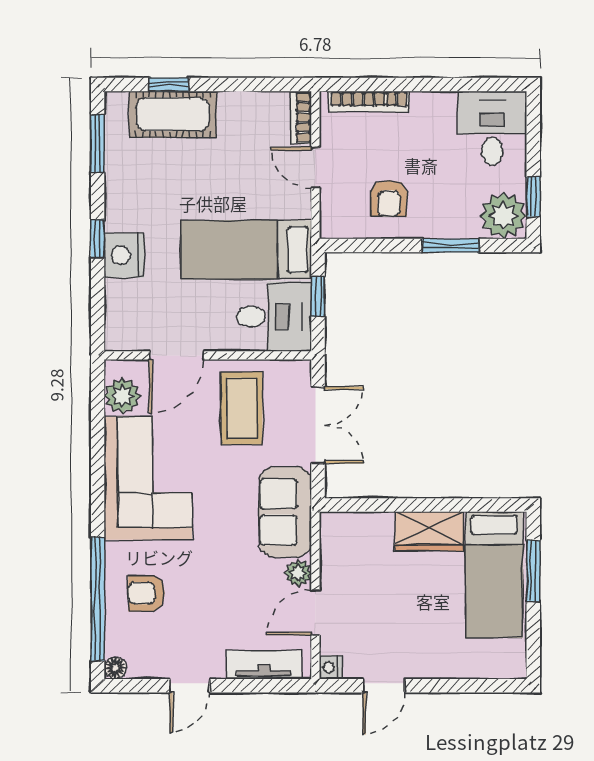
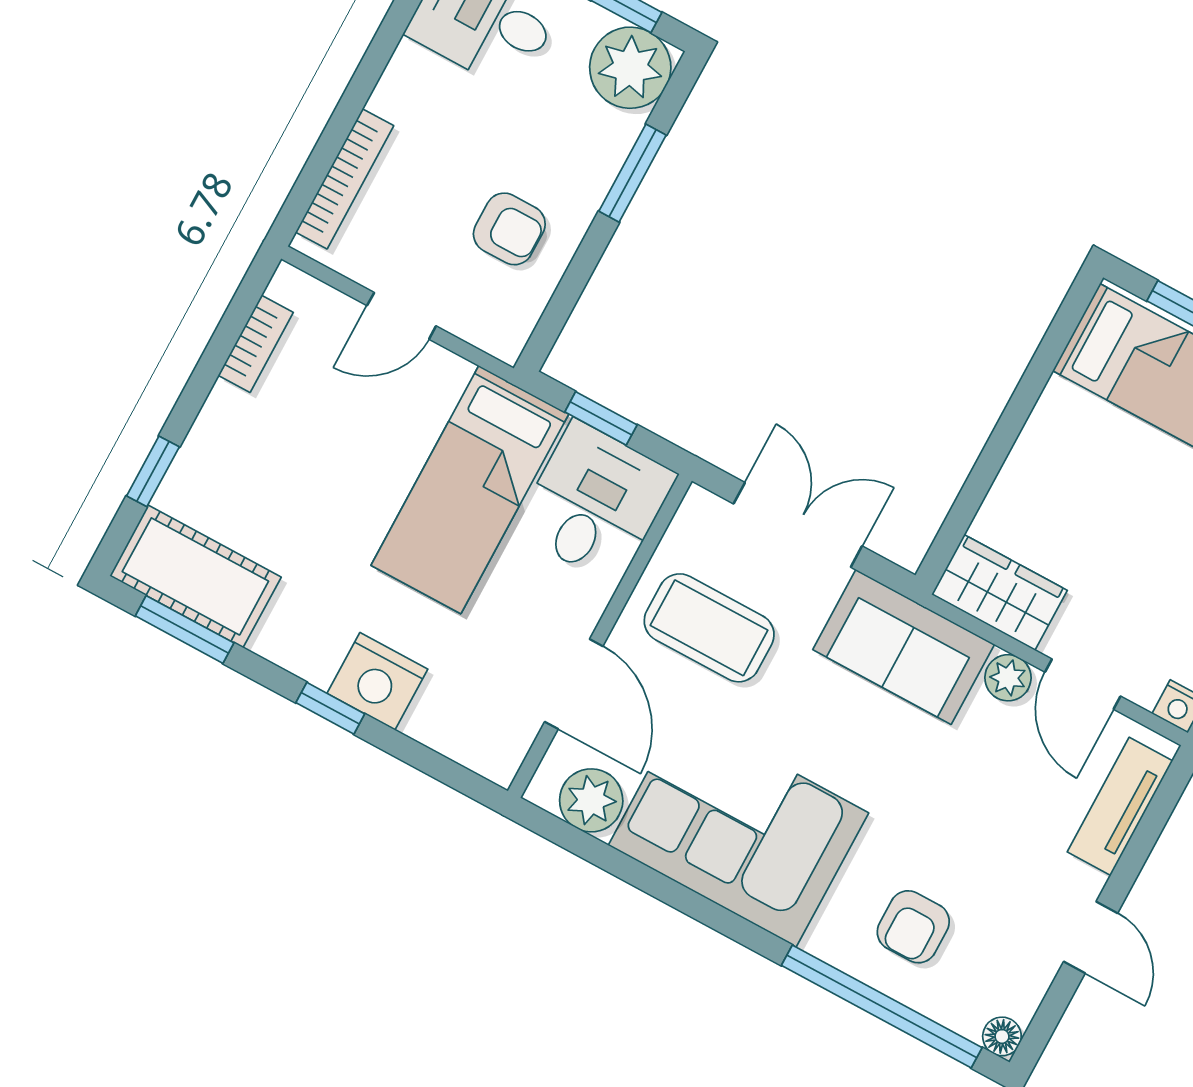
cot: (173, 114) -> (195, 576), moved, turned 90
bookcase: (301, 117) -> (256, 344), moved, turned -90
wardrobe: (429, 531) -> (999, 592), moved, turned -90

